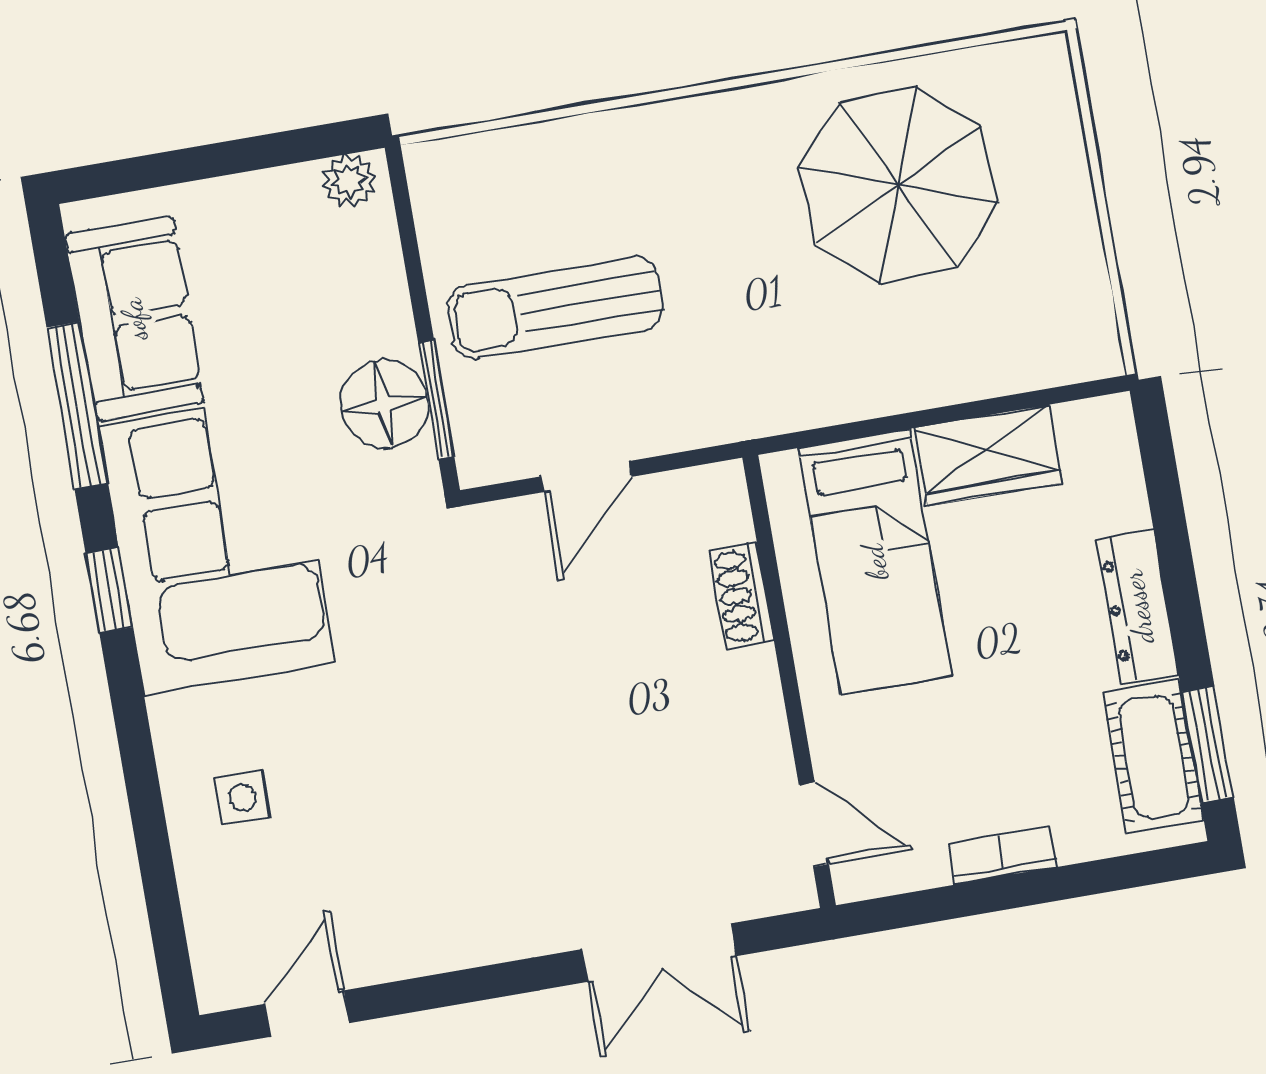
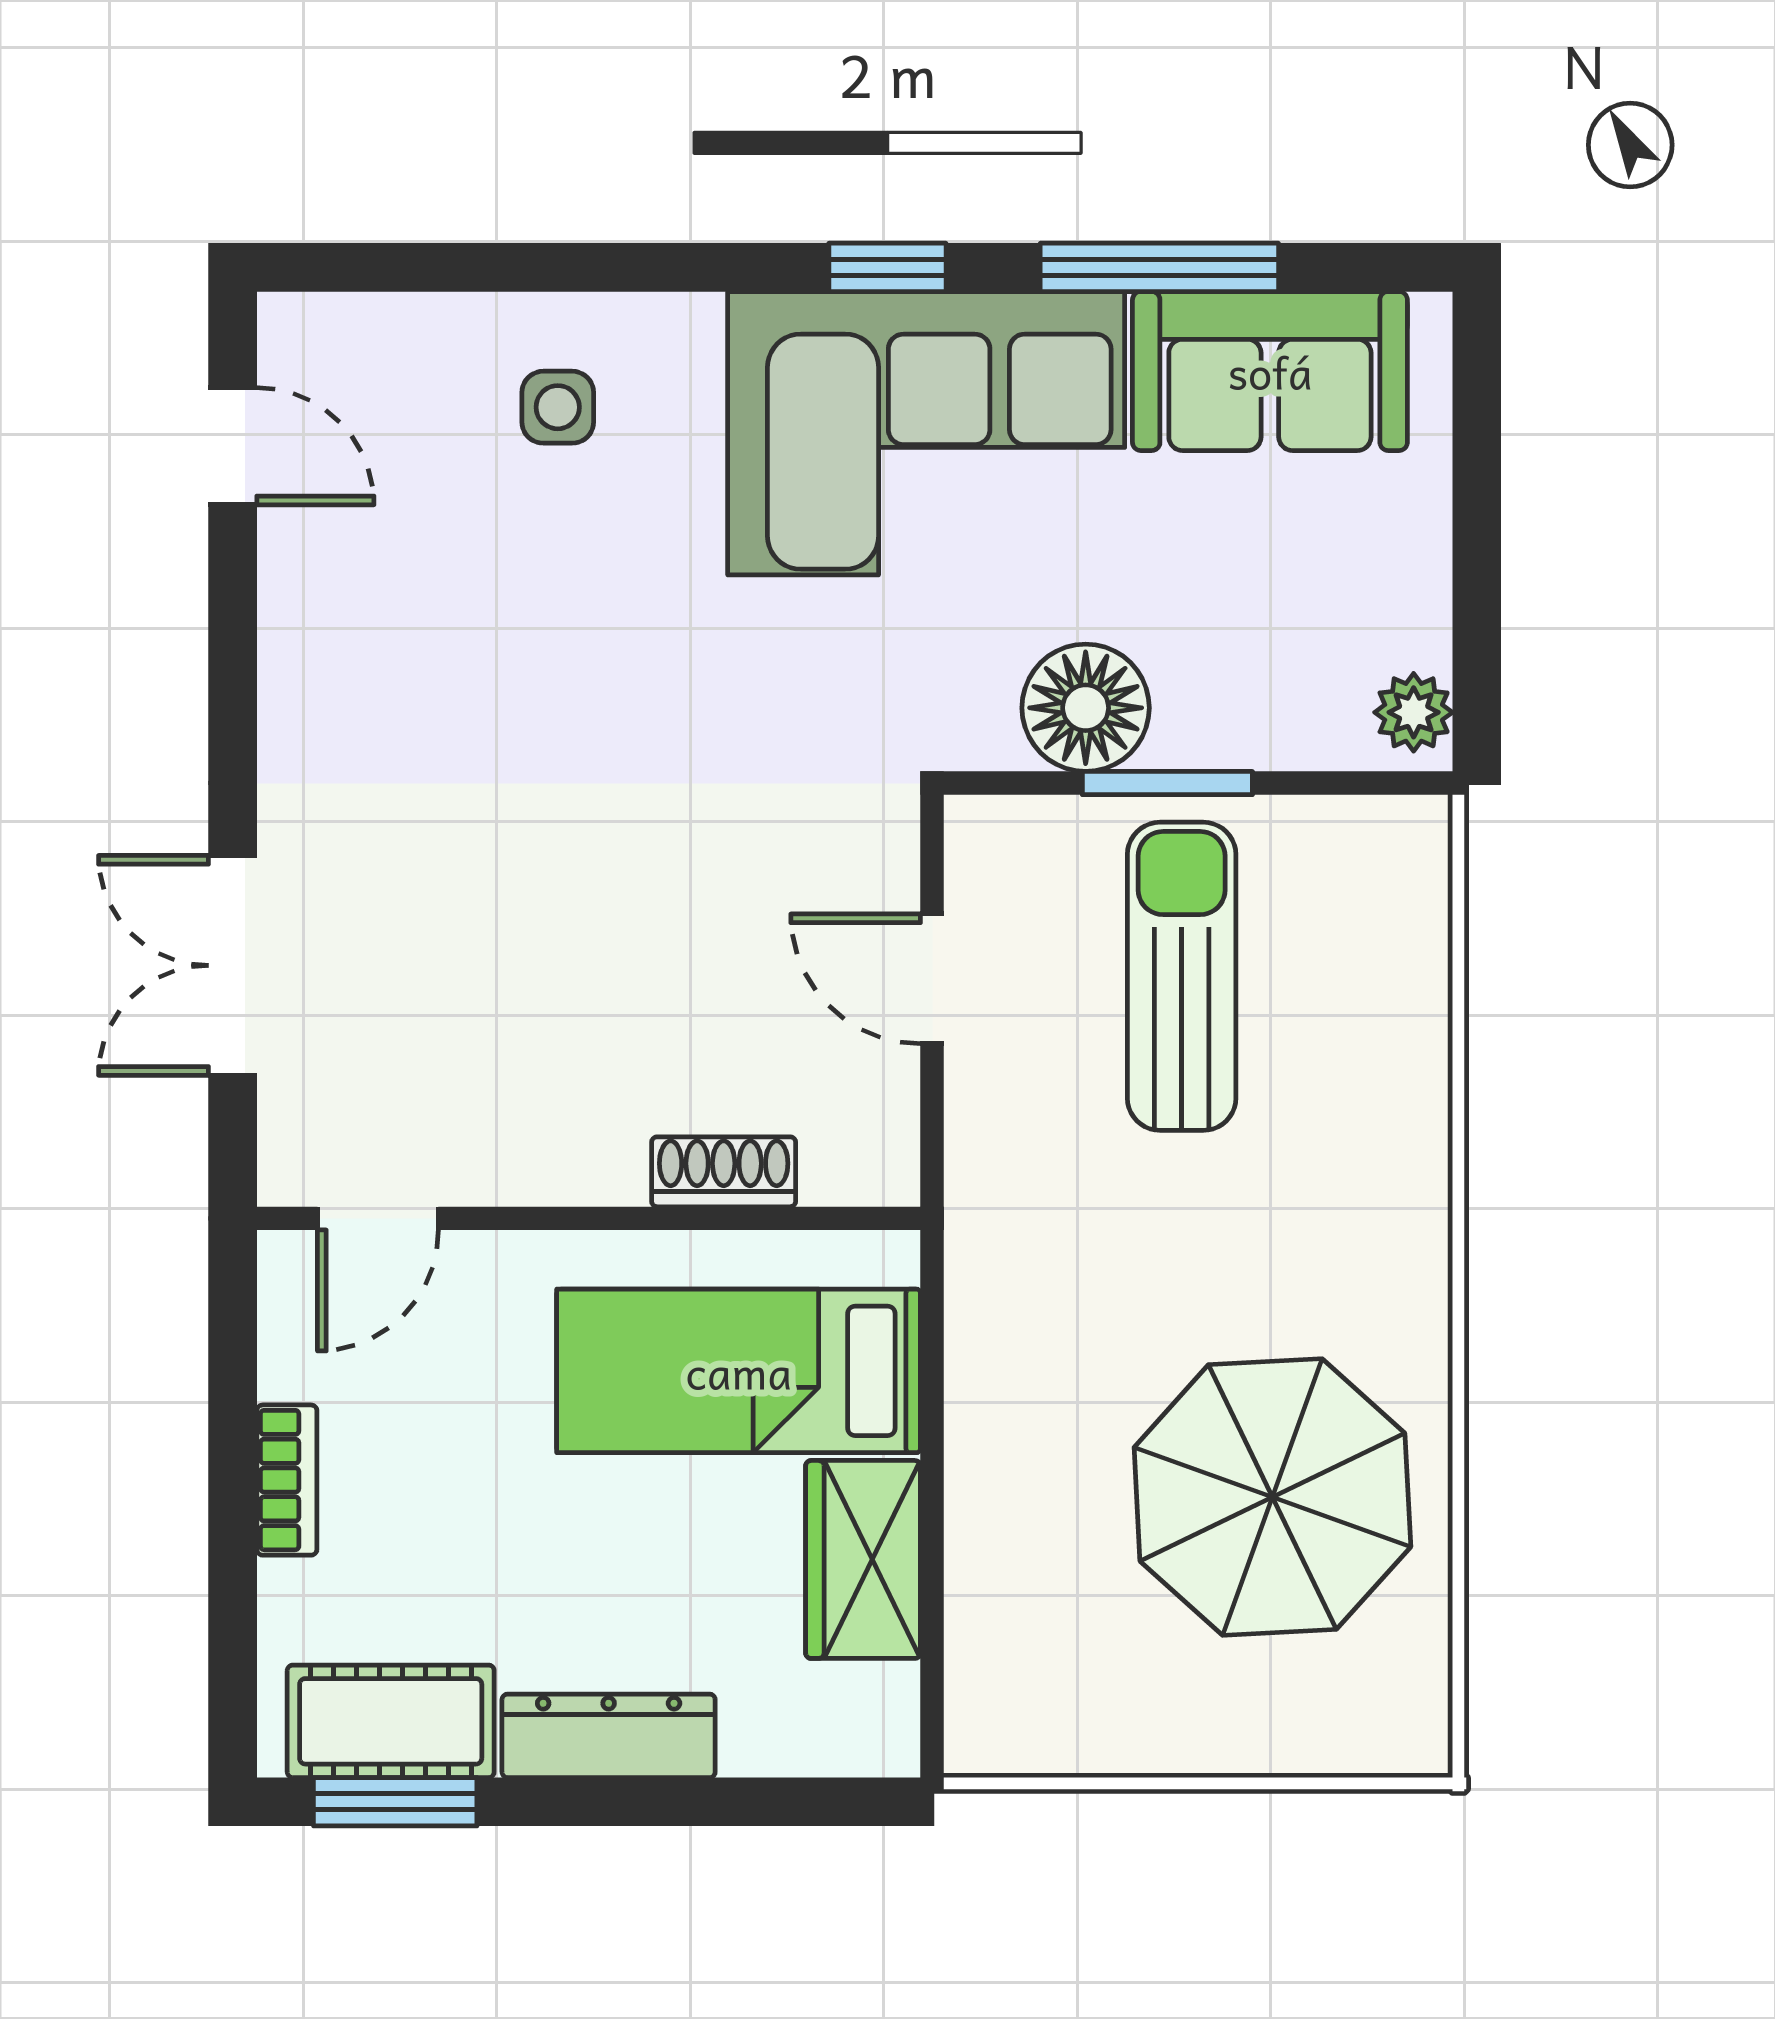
window: (436, 400) -> (1167, 783), moved

